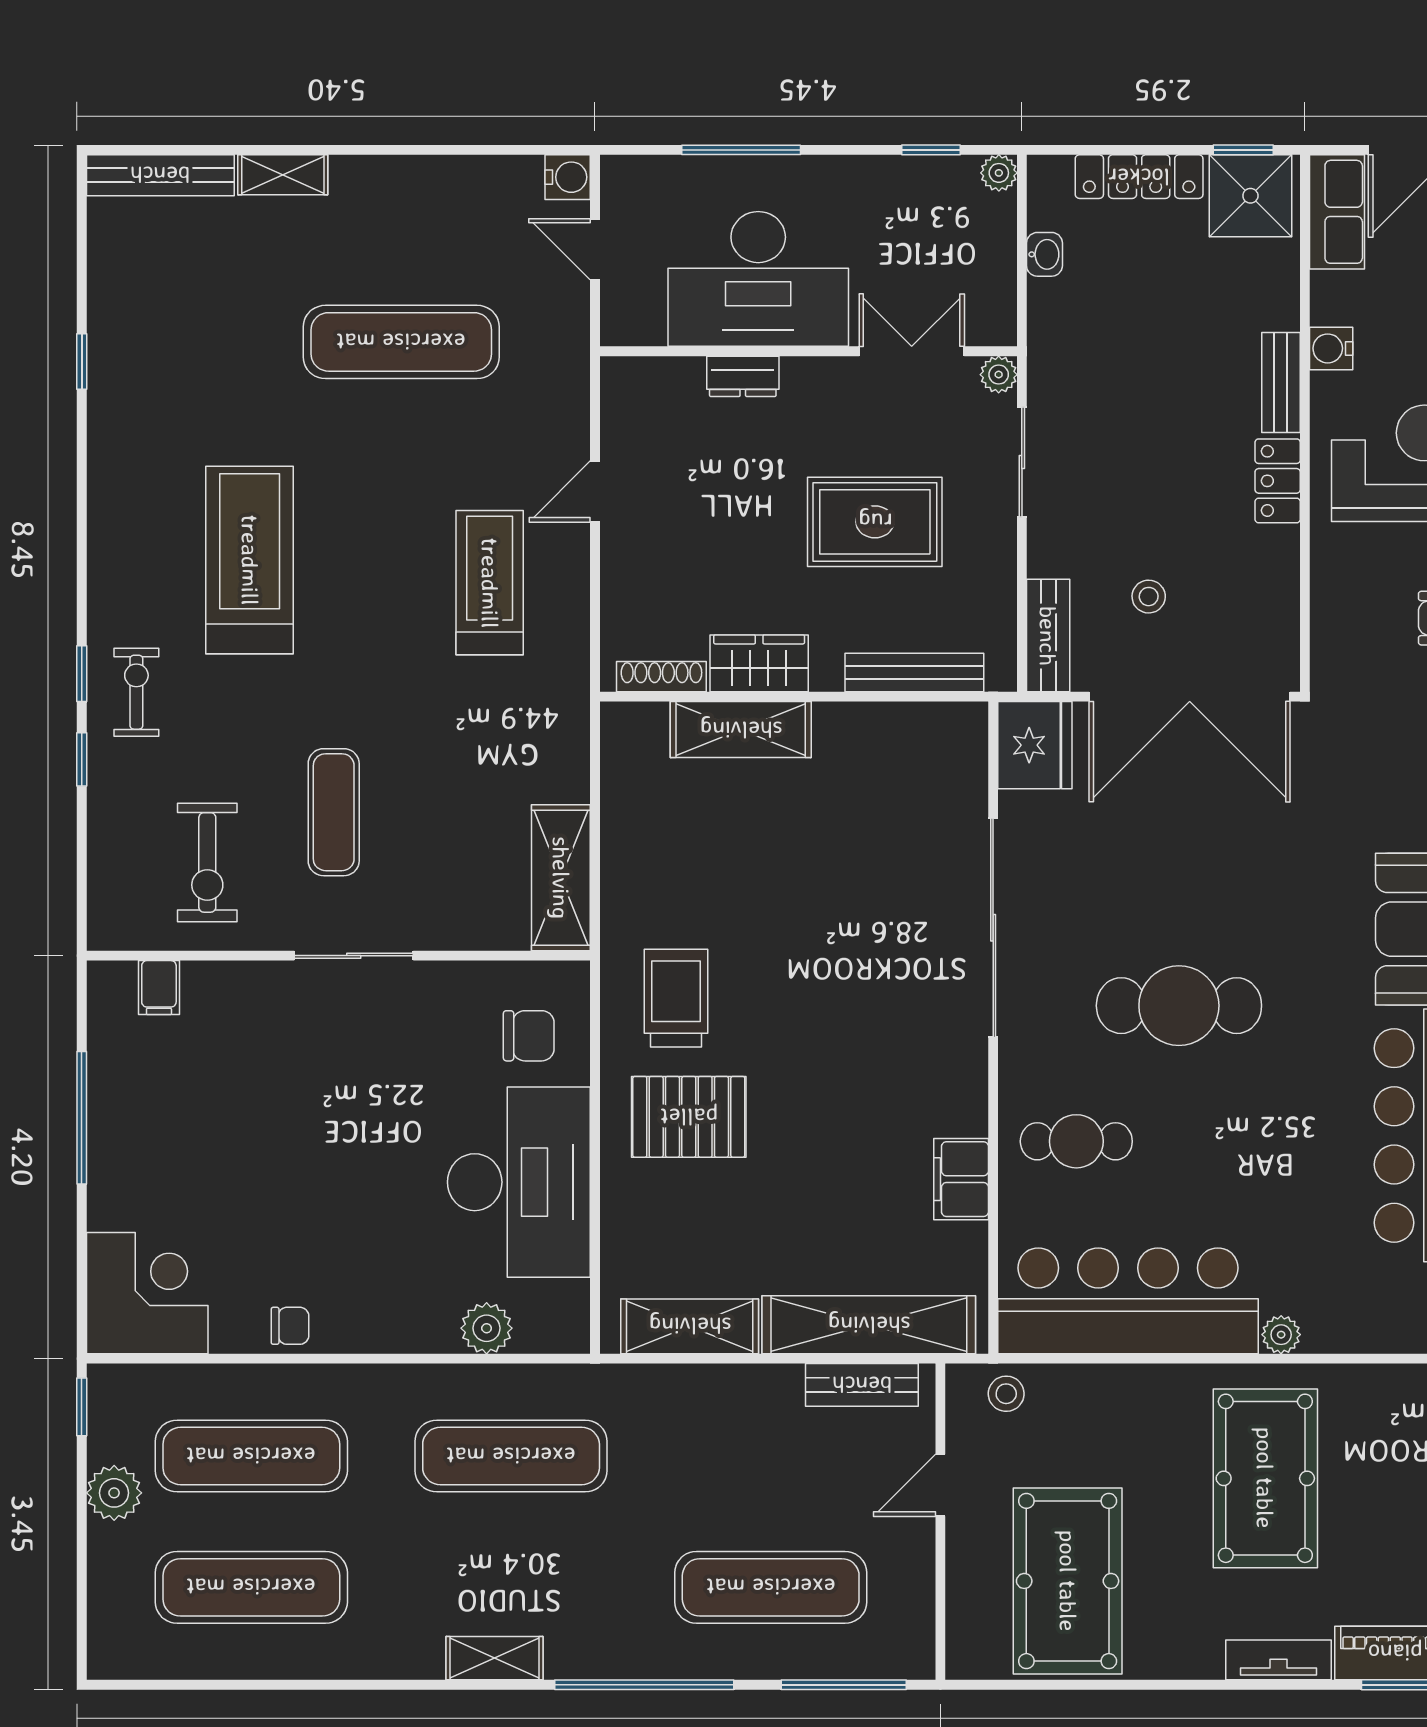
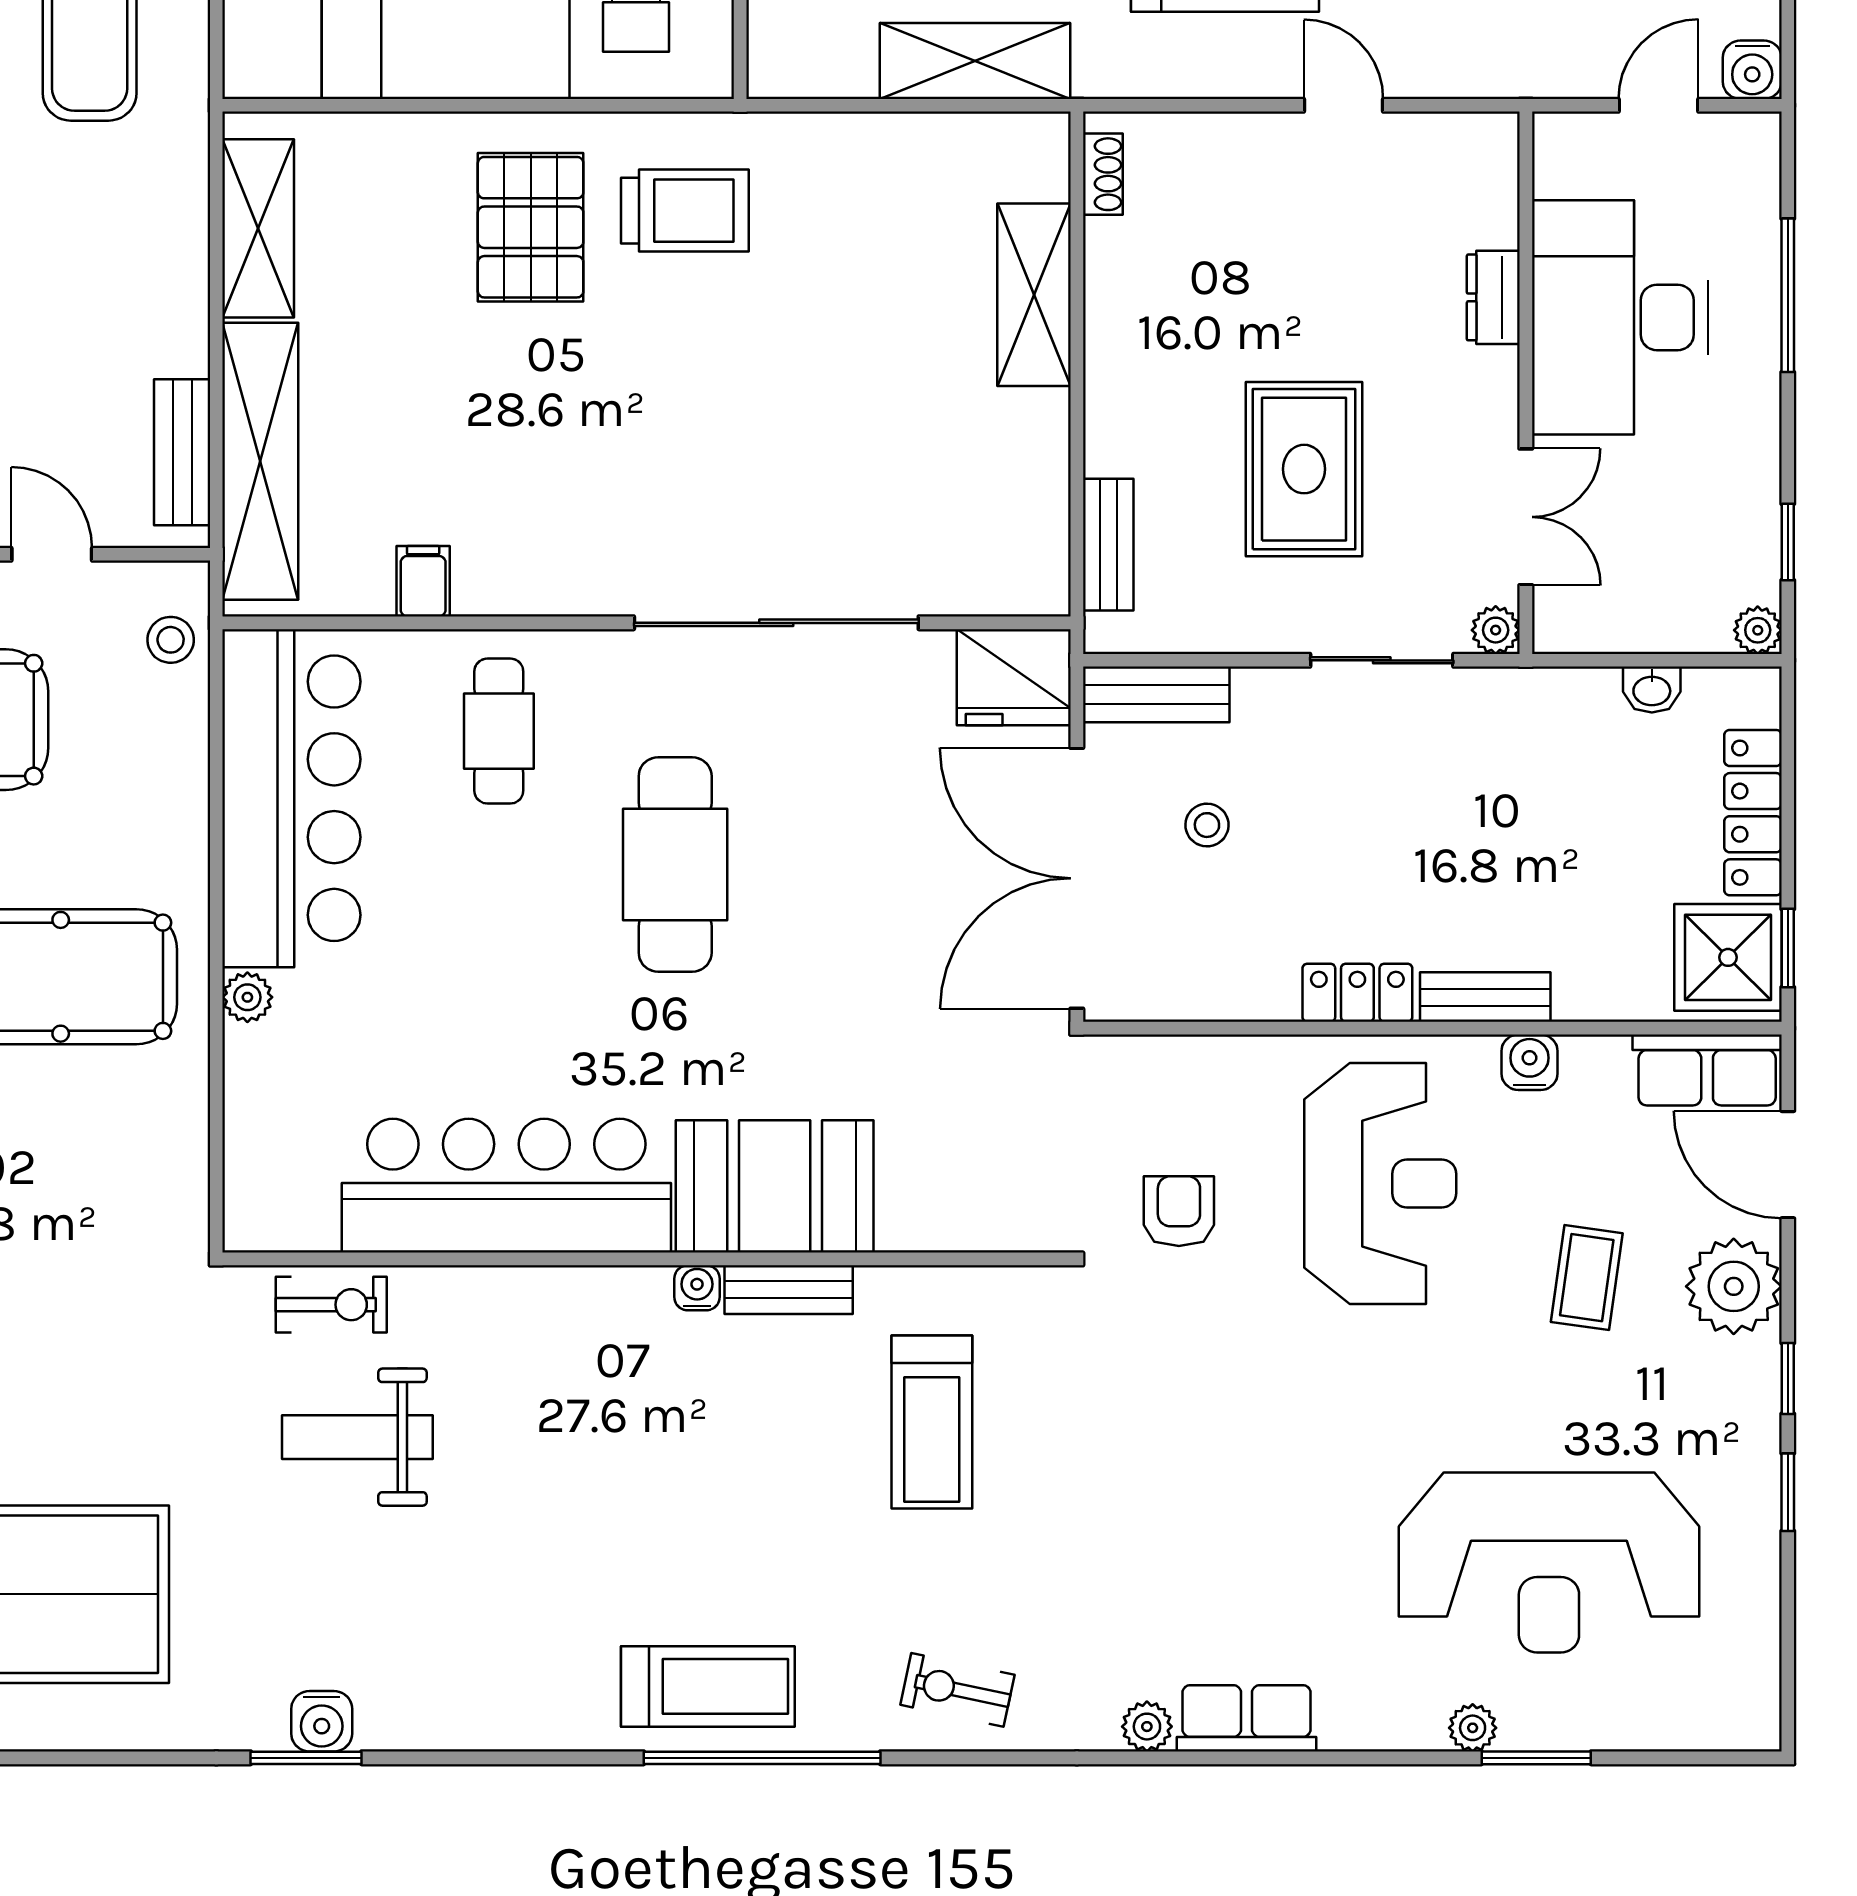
wardrobe: (759, 663) -> (1120, 319), removed
bench: (914, 672) -> (1108, 545), width x0.73
shoe rack: (661, 677) -> (1103, 174), width x0.70
shelving: (561, 878) -> (975, 61), moved
filing cabinet: (961, 1179) -> (423, 581), width x0.50

